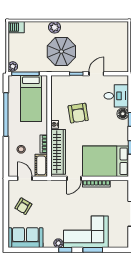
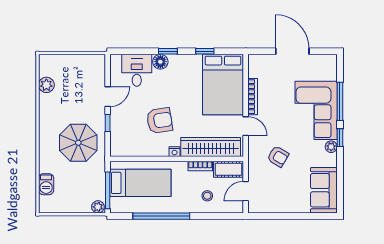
barbecue: (16, 27) -> (46, 184), moved
plant: (55, 27) -> (46, 85), moved
door: (96, 74) -> (108, 97), swing flipped
armchair: (23, 206) -> (278, 157), moved
window: (93, 250) -> (340, 101), width x1.44

